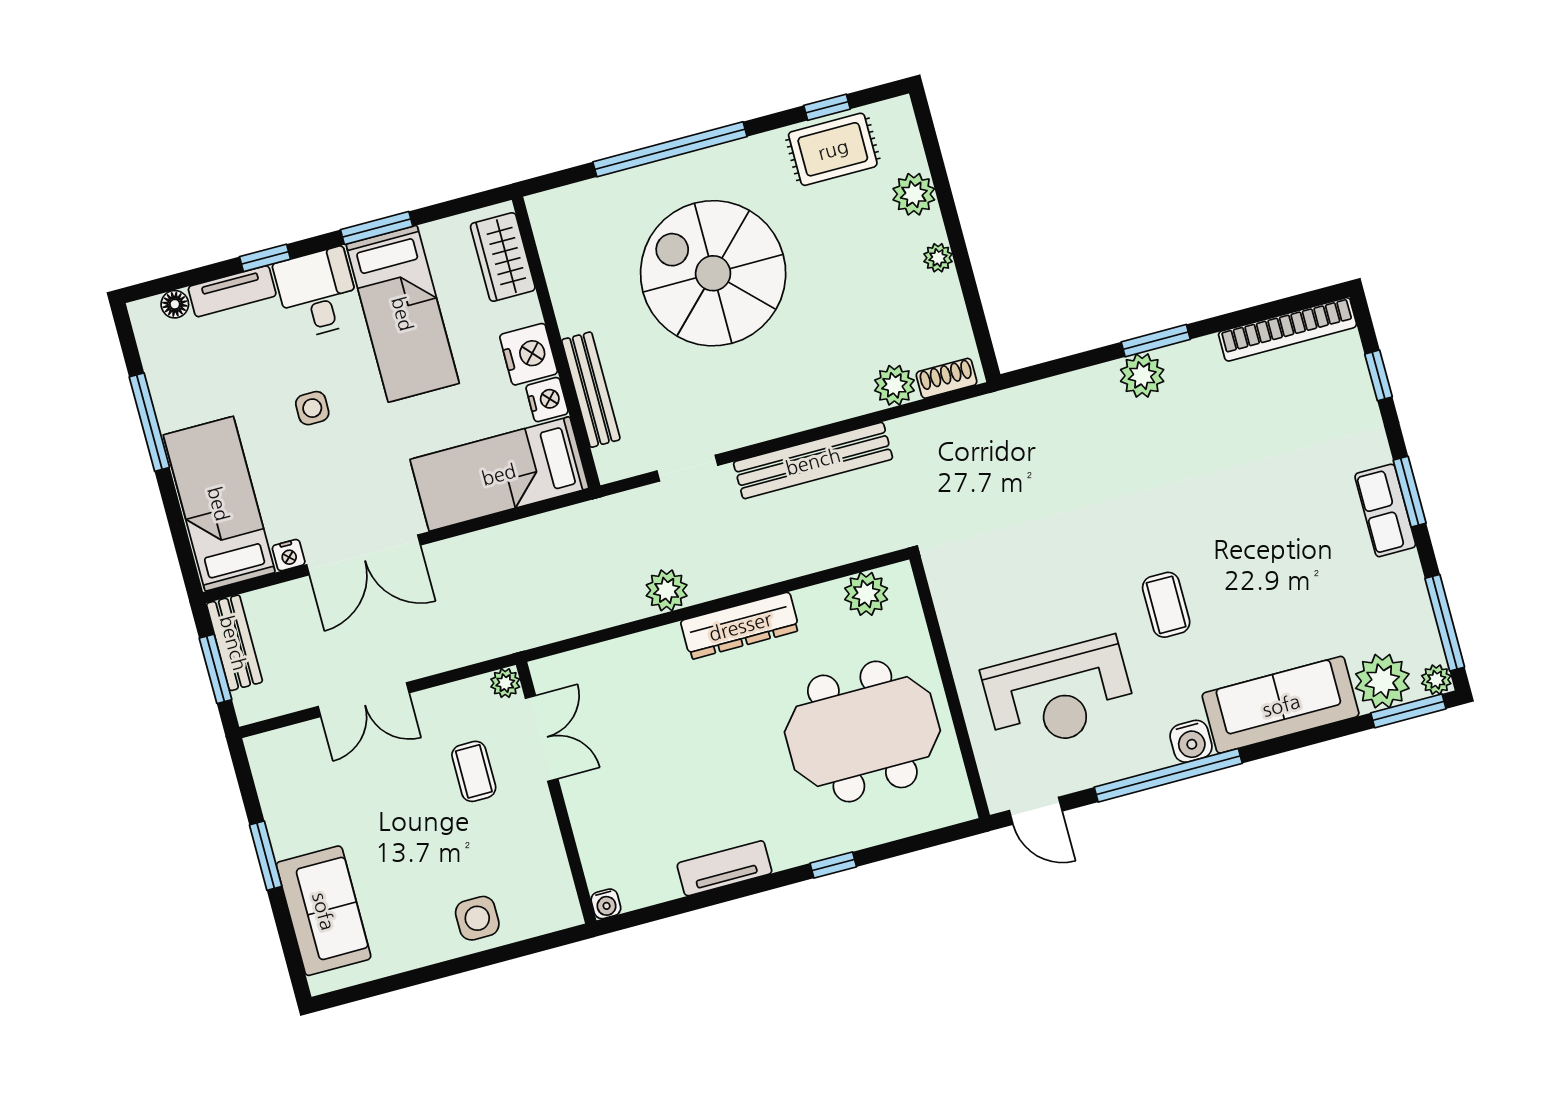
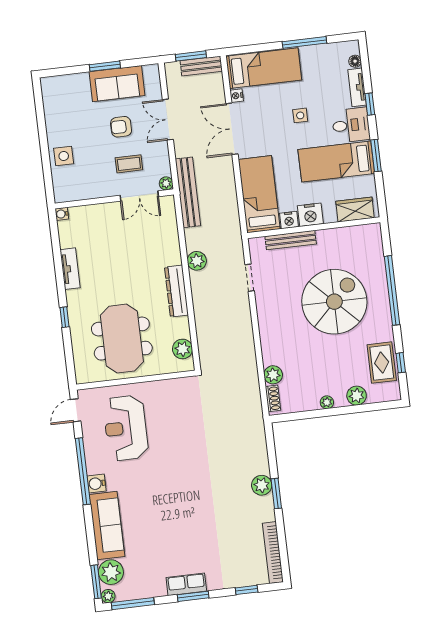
bench: (813, 461) -> (188, 192), moved
coffee table: (1166, 605) -> (159, 481), removed
armchair: (394, 801) -> (121, 127), added
sofa: (324, 911) -> (117, 84), moved

